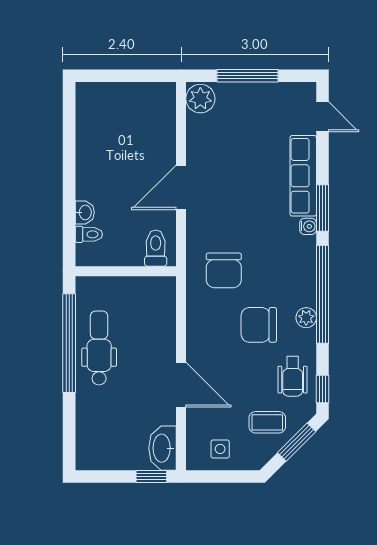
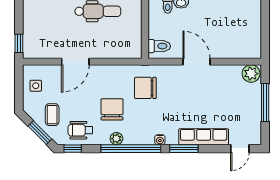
water cooler: (308, 226) -> (160, 140), moved
washbasin: (162, 448) -> (36, 50), removed

